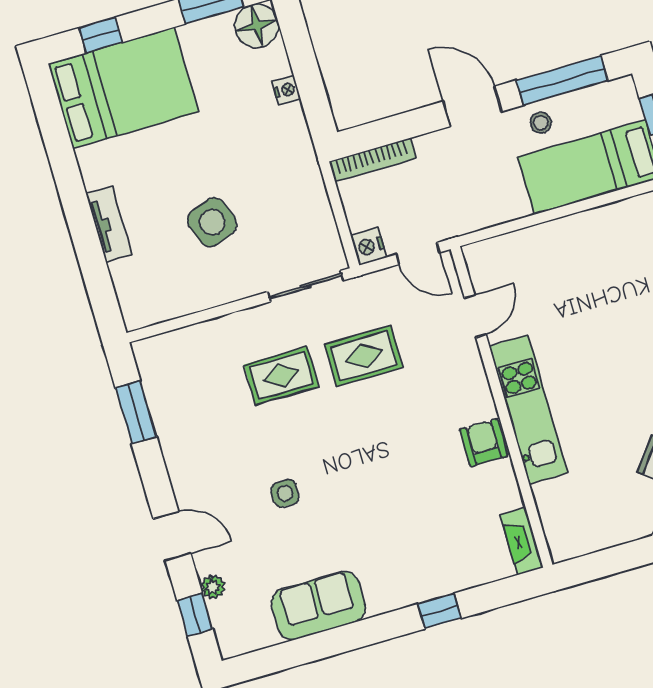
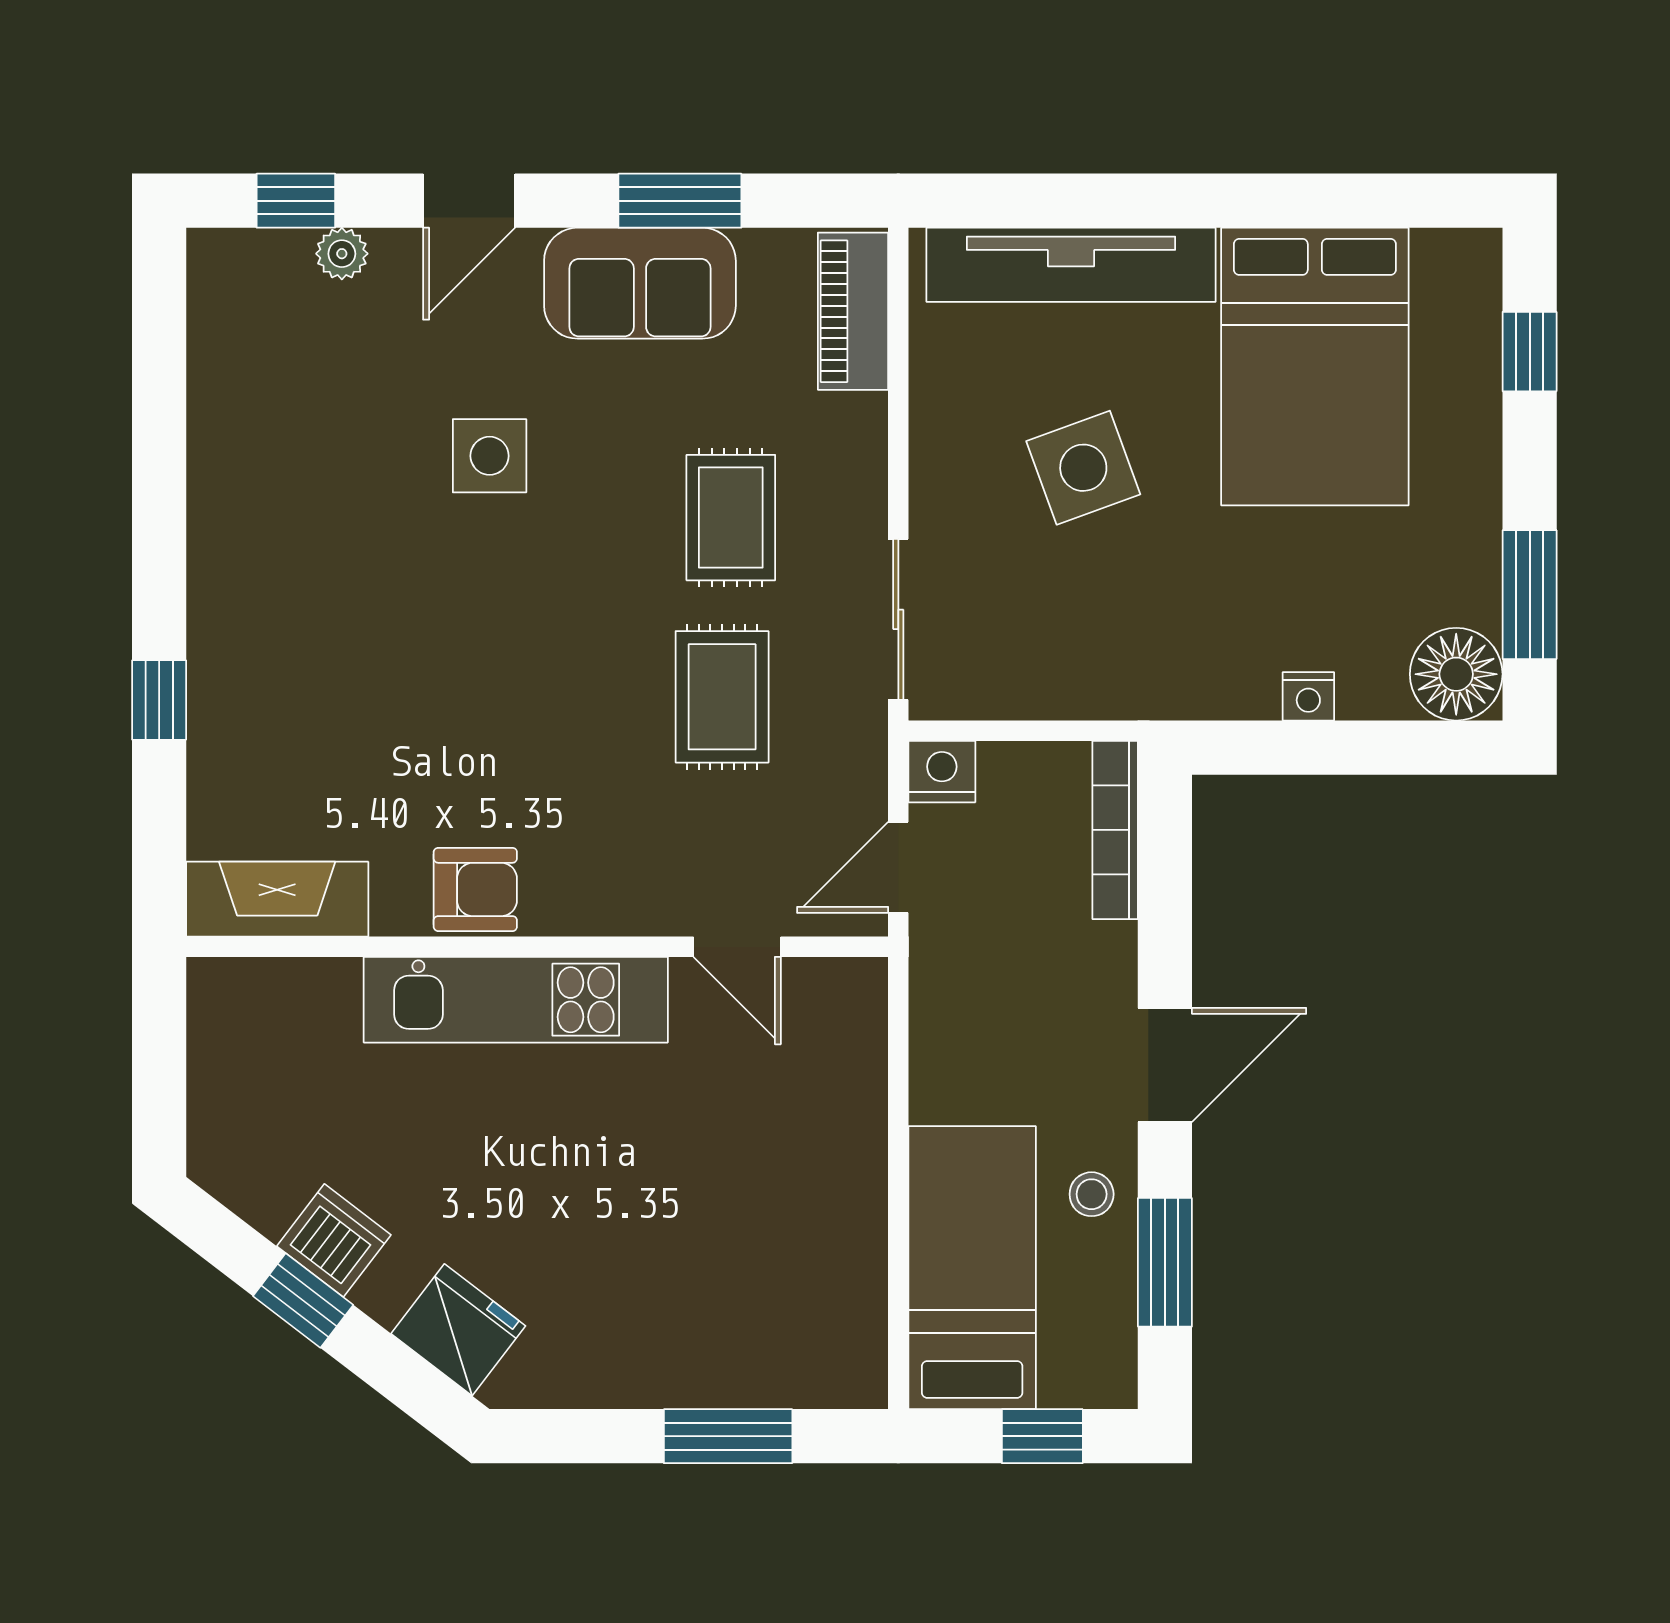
window: (562, 80) -> (1165, 1262), width x0.69
bed: (123, 88) -> (1315, 367), moved
tv unit: (109, 224) -> (1071, 265), width x1.92, depth x1.29
piano: (172, 347) -> (853, 311), added
window: (136, 412) -> (680, 201), moved
side table: (285, 493) -> (490, 456), width x1.37, depth x1.37
fireplace: (522, 541) -> (277, 899), width x1.37, depth x1.32
sofa: (318, 606) -> (640, 283), moved, turned 90

